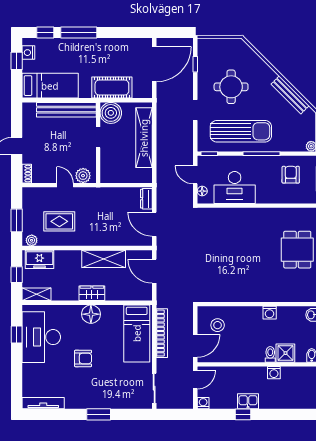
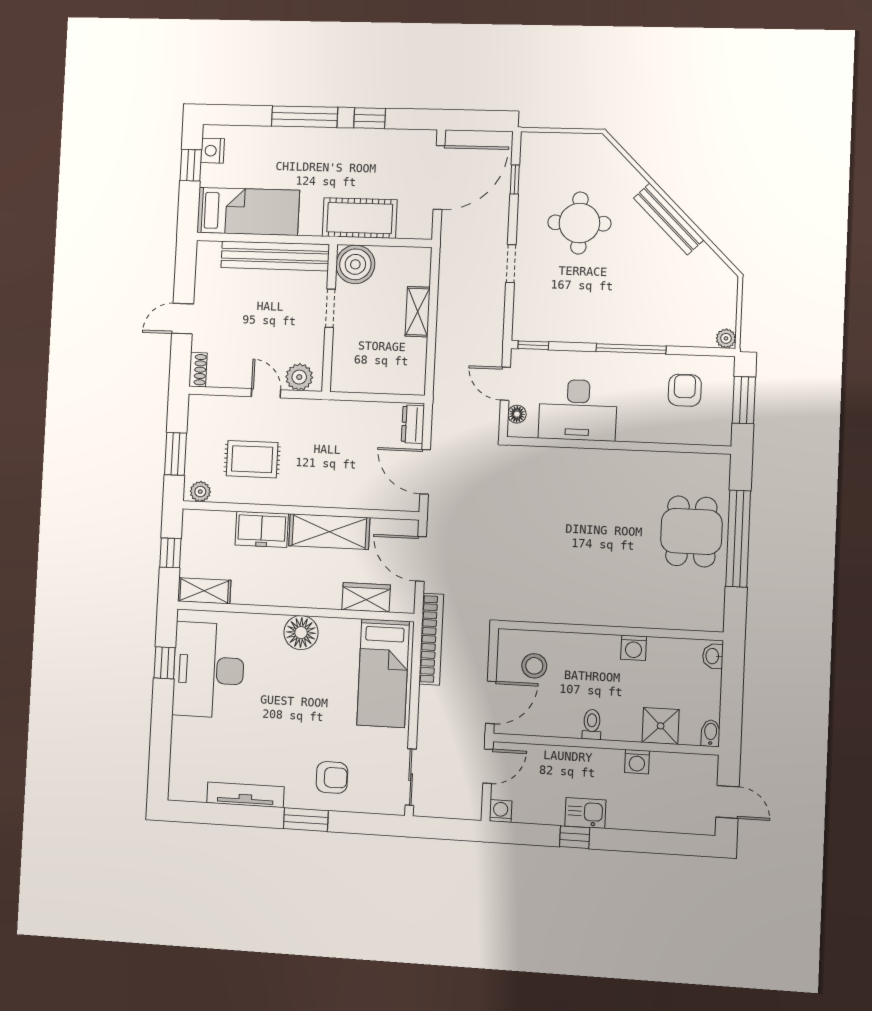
window: (45, 32) -> (370, 118), moved
bench: (290, 95) -> (669, 219), moved
sun lounger: (241, 131) -> (594, 306), removed
shelving: (144, 138) -> (418, 312), width x0.45, depth x0.75
freezer: (39, 259) -> (262, 529), moved
wardrobe: (92, 293) -> (366, 597), moved
bookcase: (162, 333) -> (431, 639), moved
toilet: (270, 354) -> (592, 724), moved
armchair: (83, 358) -> (332, 777), moved
tv unit: (43, 403) -> (245, 795), moved

